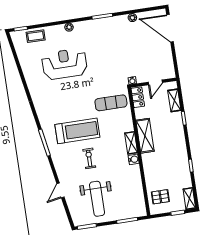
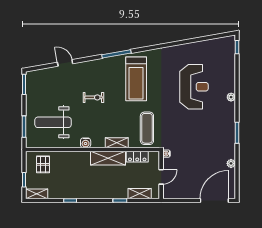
coffee table: (36, 36) -> (227, 61), removed
door: (155, 82) -> (161, 177), swing flipped
locker: (138, 97) -> (137, 157), moved
treadmill: (77, 131) -> (136, 79), moved
shelving: (131, 143) -> (117, 143), moved
weight bench: (97, 199) -> (53, 122), moved

